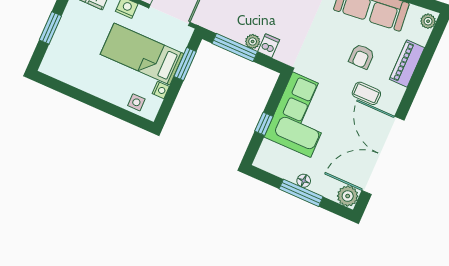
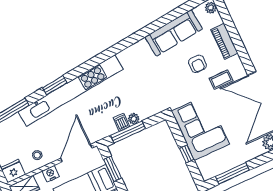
dishwasher: (269, 46) -> (121, 122), moved
floor lamp: (304, 181) -> (239, 160), removed
window: (301, 193) -> (232, 173), moved

